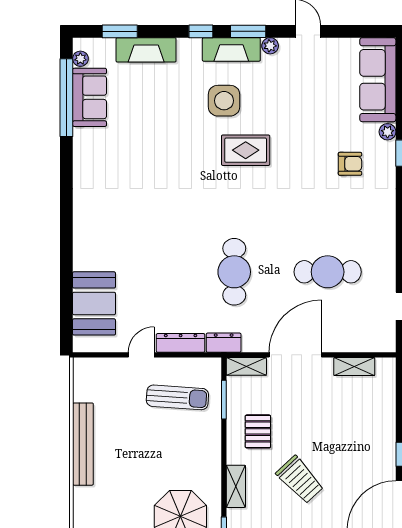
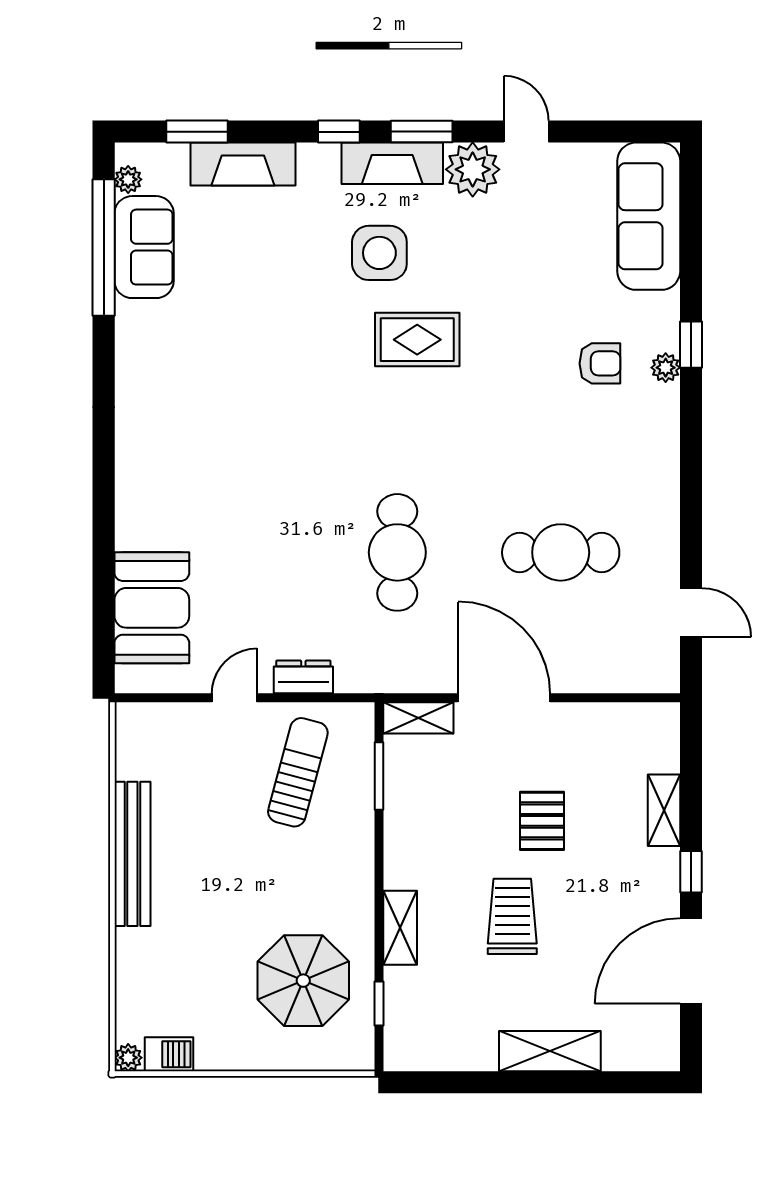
plant: (270, 46) -> (473, 169), width x1.87, depth x1.87
plant: (388, 132) -> (666, 368), moved
dresser: (181, 343) -> (303, 677), width x0.70
dresser: (224, 343) -> (379, 676), removed
door: (295, 355) -> (504, 698), hinge flipped
shelving: (354, 367) -> (664, 810), moved, turned 90
sun lounger: (177, 397) -> (298, 772), turned -79
pallet: (258, 431) -> (542, 821), moved
trolley: (300, 480) -> (512, 916), turned -137

